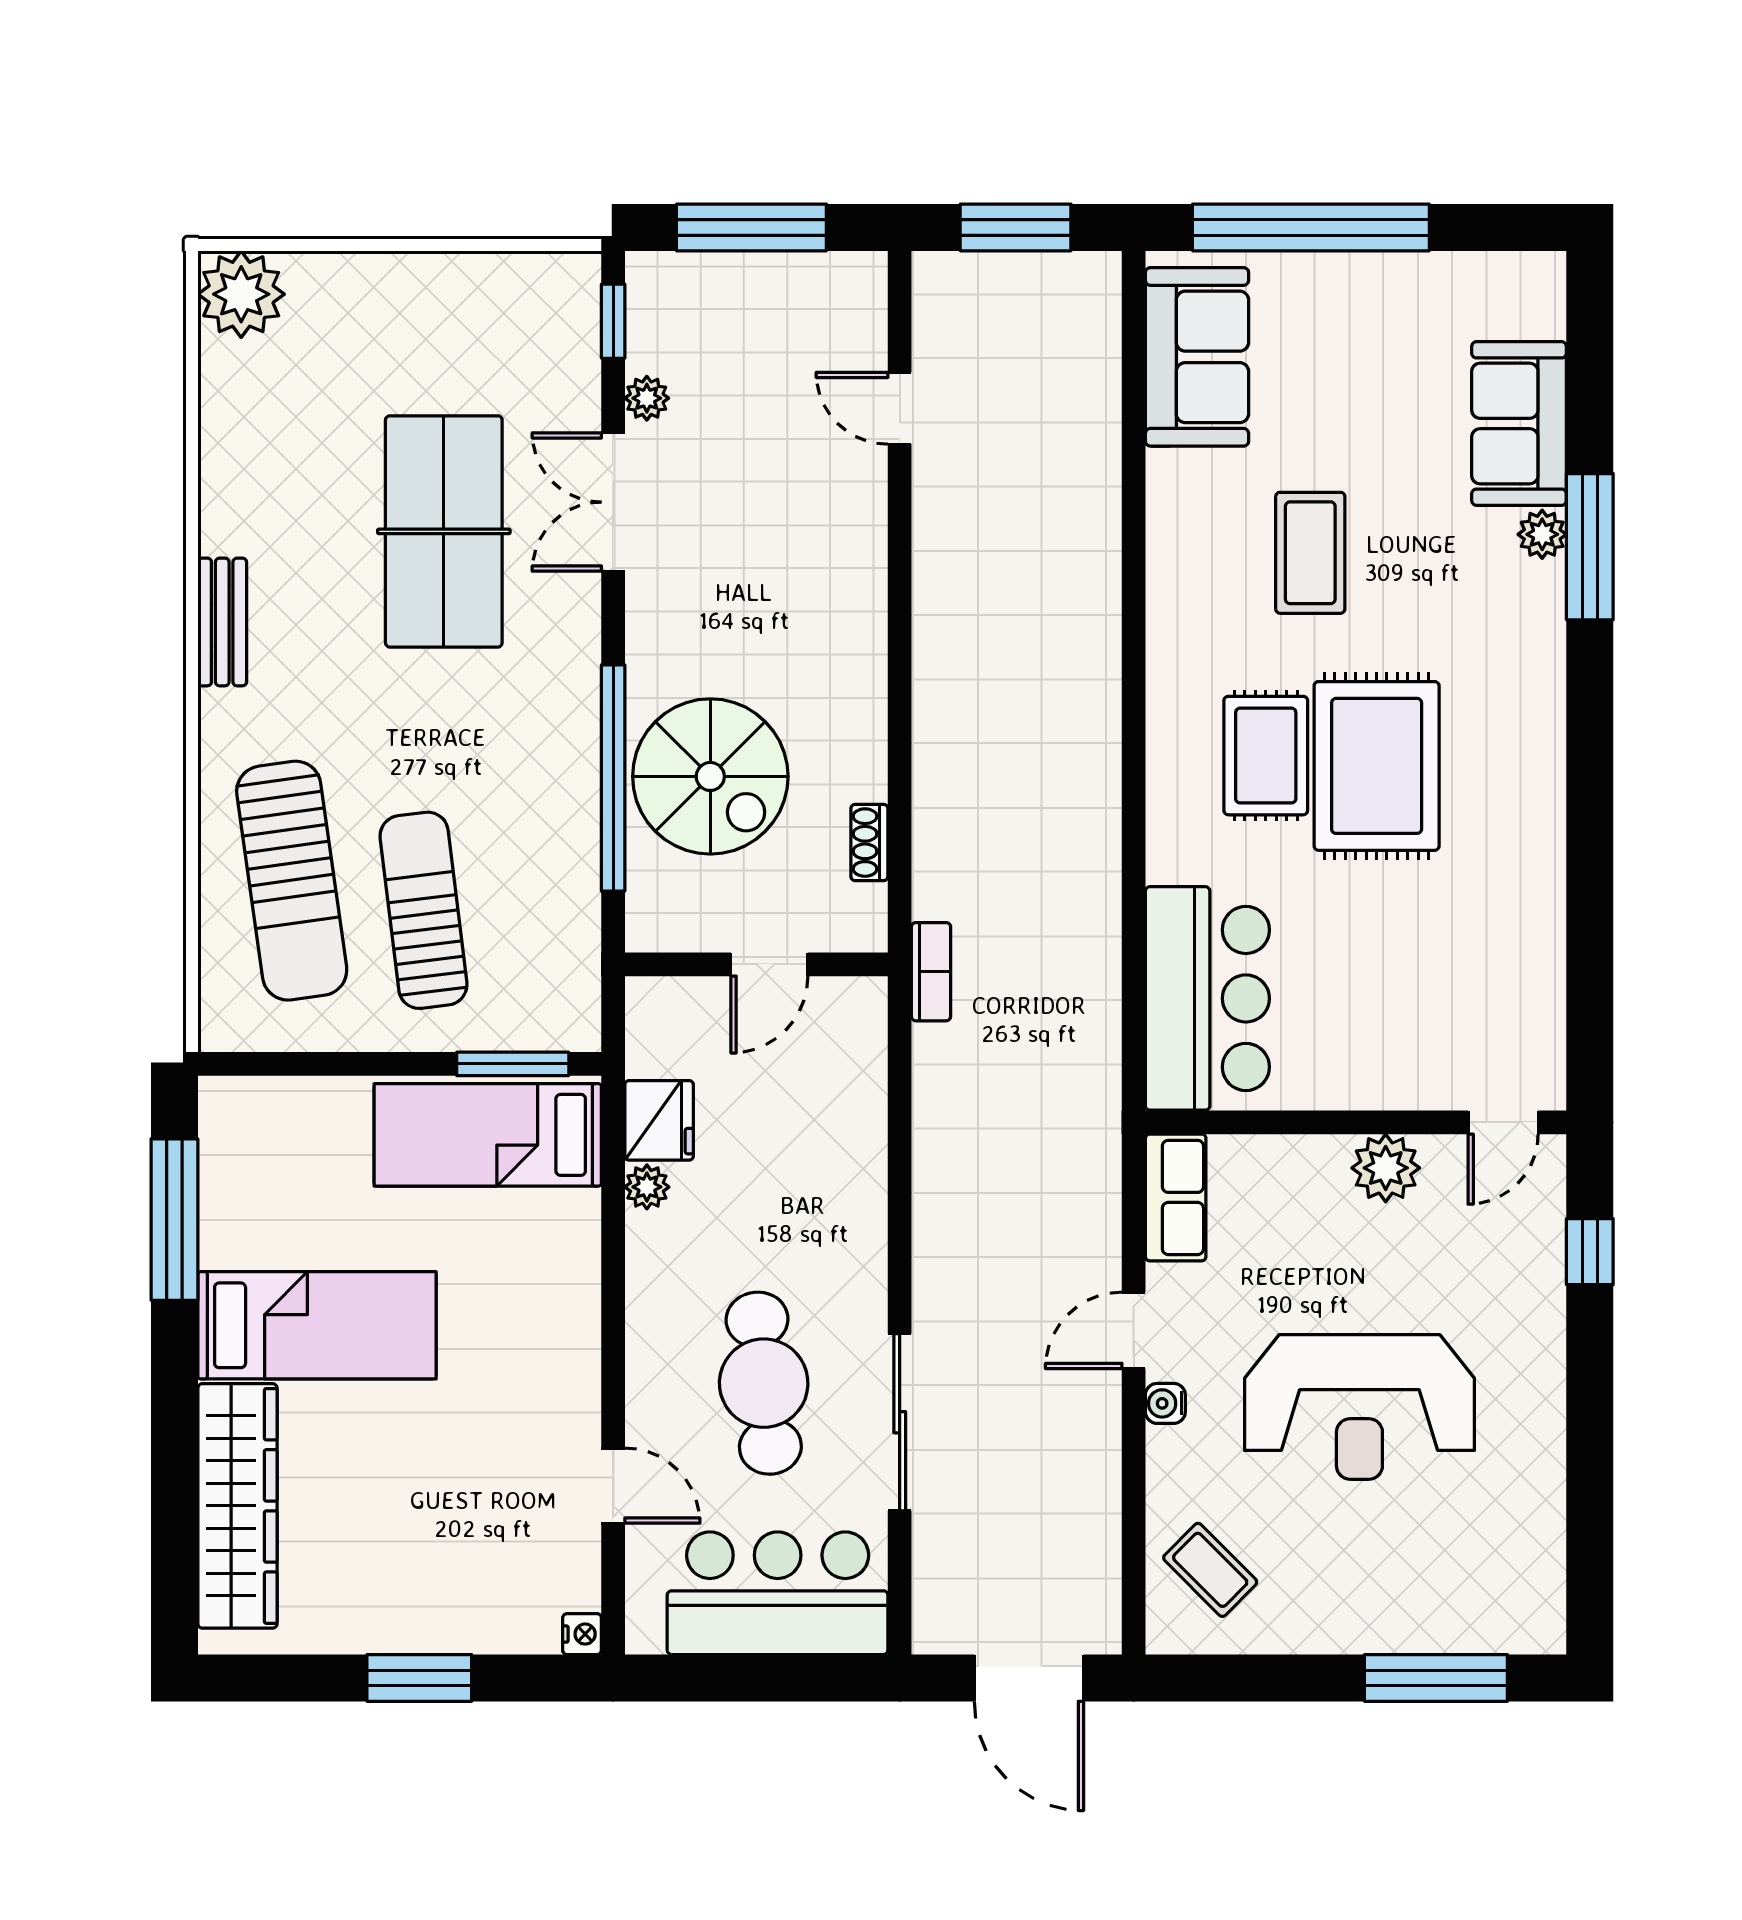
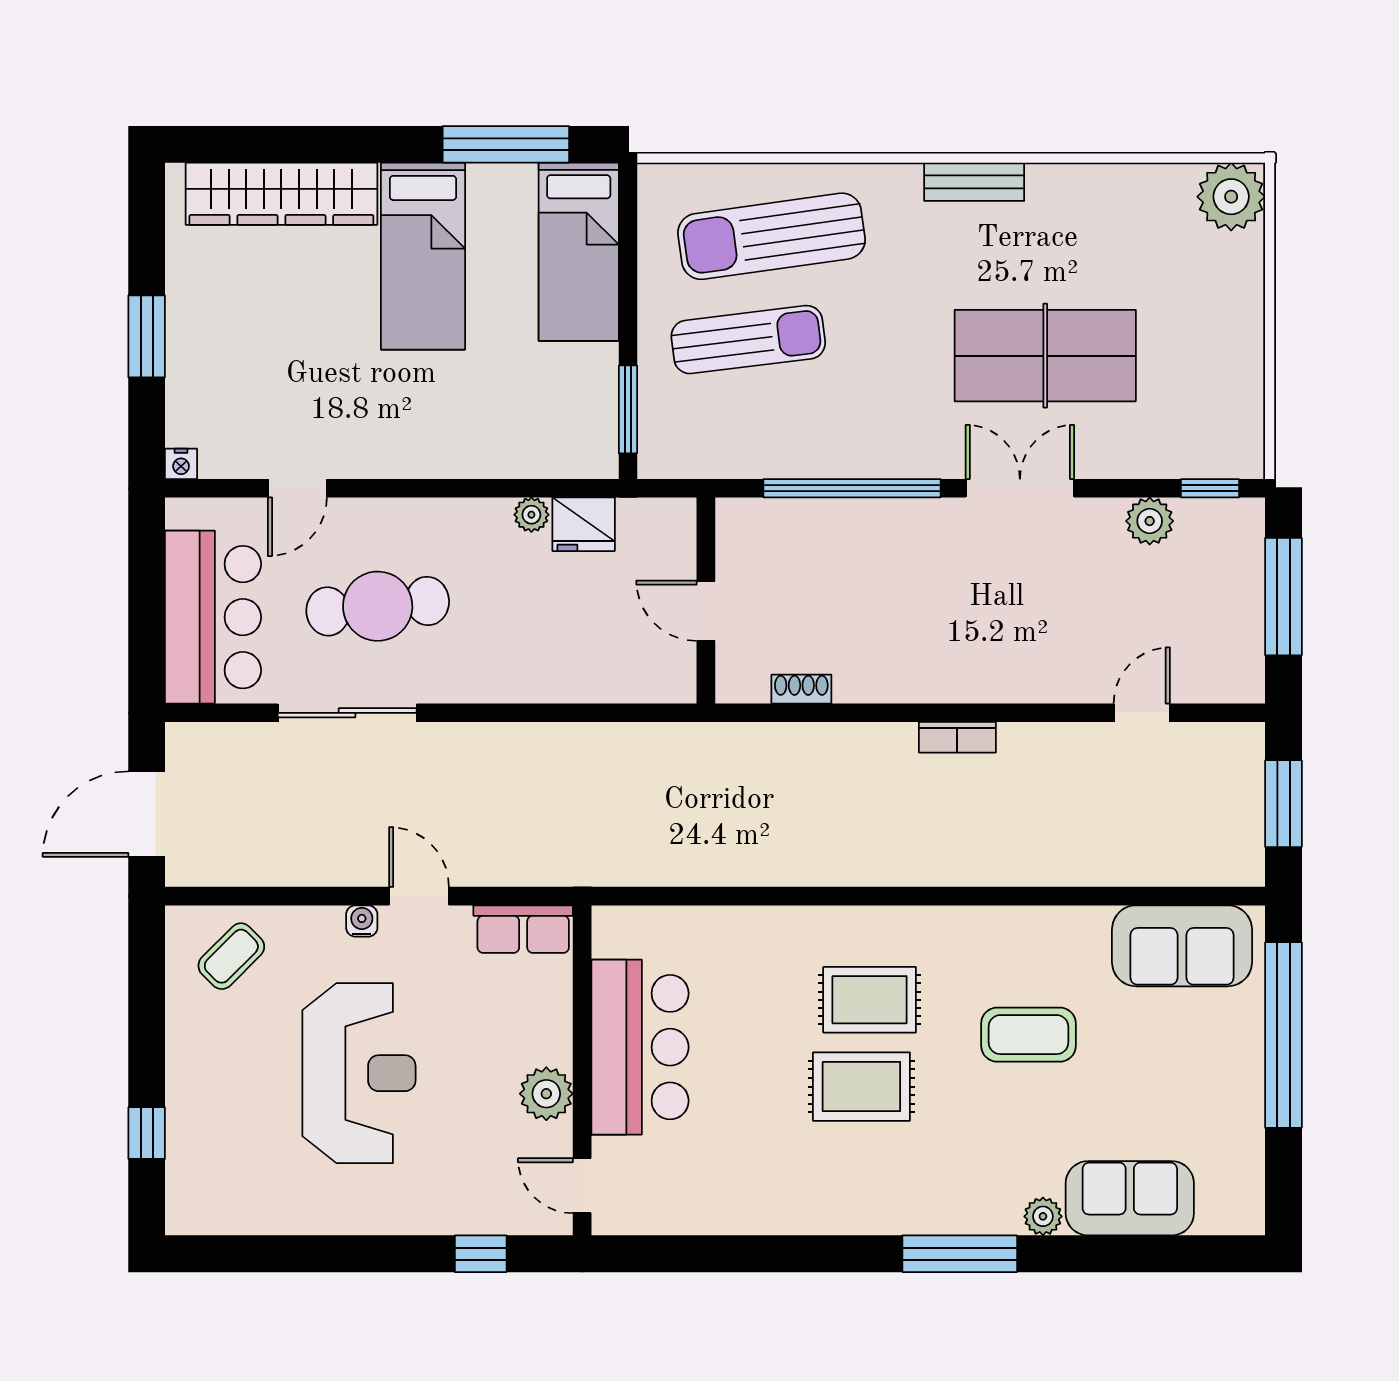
plant: (647, 398) -> (1150, 521), width x1.38, depth x1.38
double door: (613, 502) -> (1020, 488), moved
window: (1590, 547) -> (960, 1254), moved
rug: (1377, 766) -> (861, 1087), width x0.73, depth x0.70
spiral stairs: (710, 776) -> (853, 564), removed
bookcase: (931, 972) -> (957, 737), moved
bar counter: (1207, 998) -> (640, 1047), moved, turned -90
bed: (488, 1135) -> (579, 252), moved, turned 180
reception desk: (1359, 1407) -> (359, 1073), turned 180
window: (1436, 1678) -> (147, 1133), width x0.46

